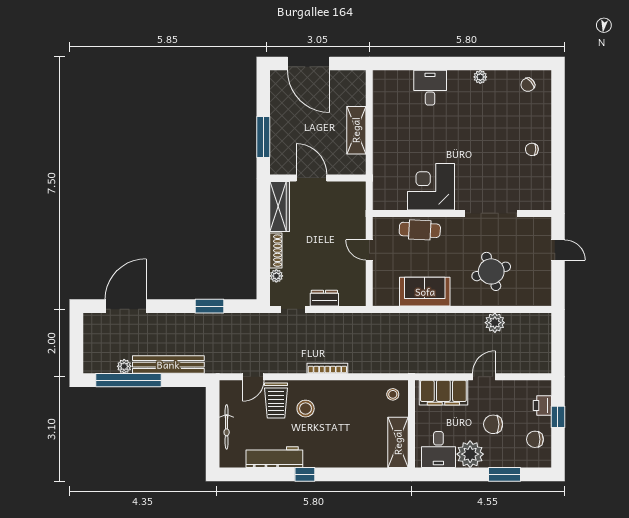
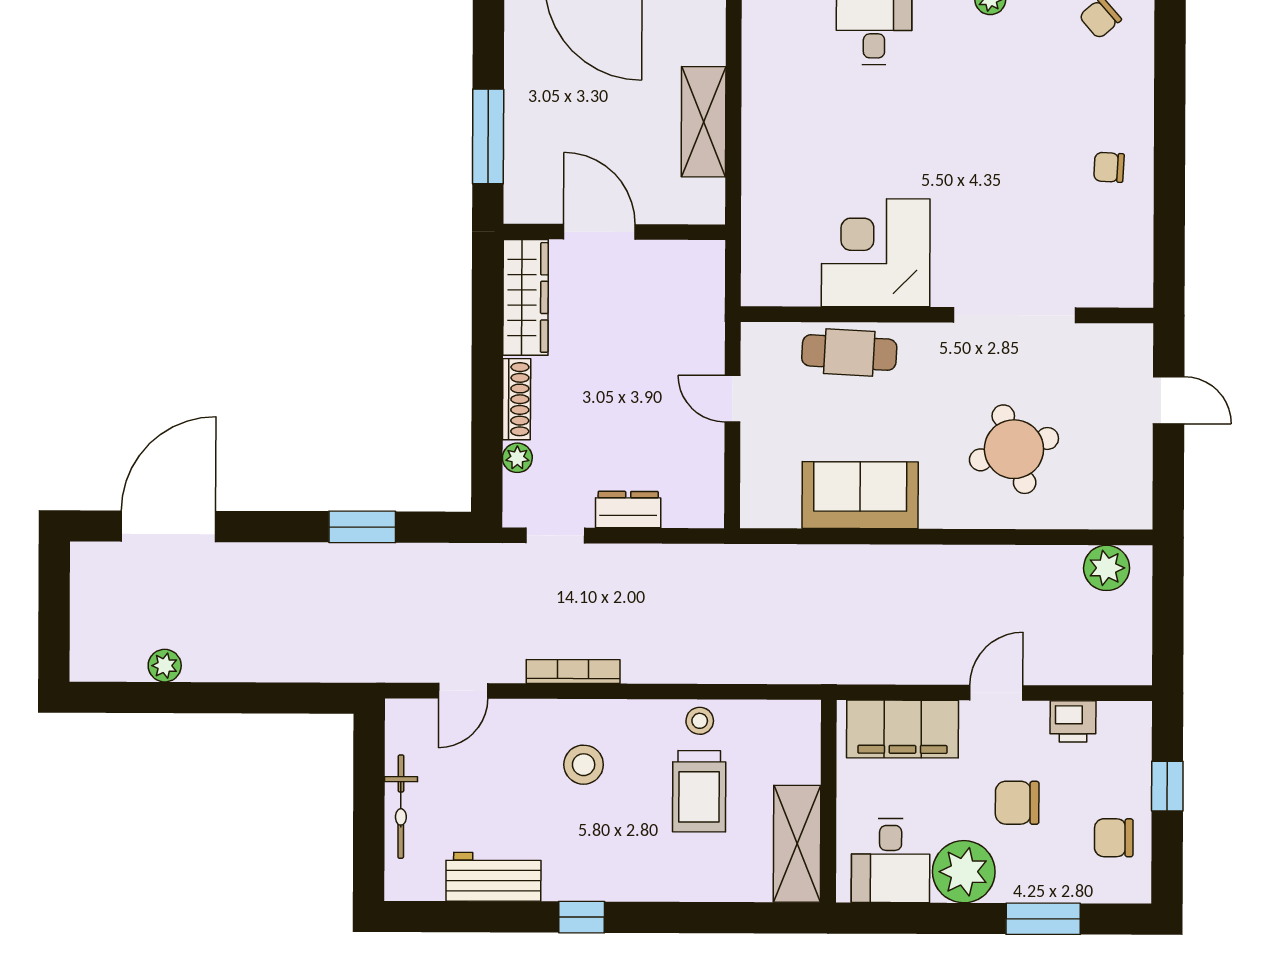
plant: (495, 323) -> (1107, 568), moved
bench: (168, 365) -> (267, 662), removed
bookcase: (327, 368) -> (573, 671), moved
window: (129, 380) -> (175, 698), removed
stool: (393, 394) -> (700, 721), moved
trolley: (276, 401) -> (699, 791), moved
printer: (542, 406) -> (1073, 721), moved, turned -90
workbench: (274, 457) -> (493, 877), width x0.73

